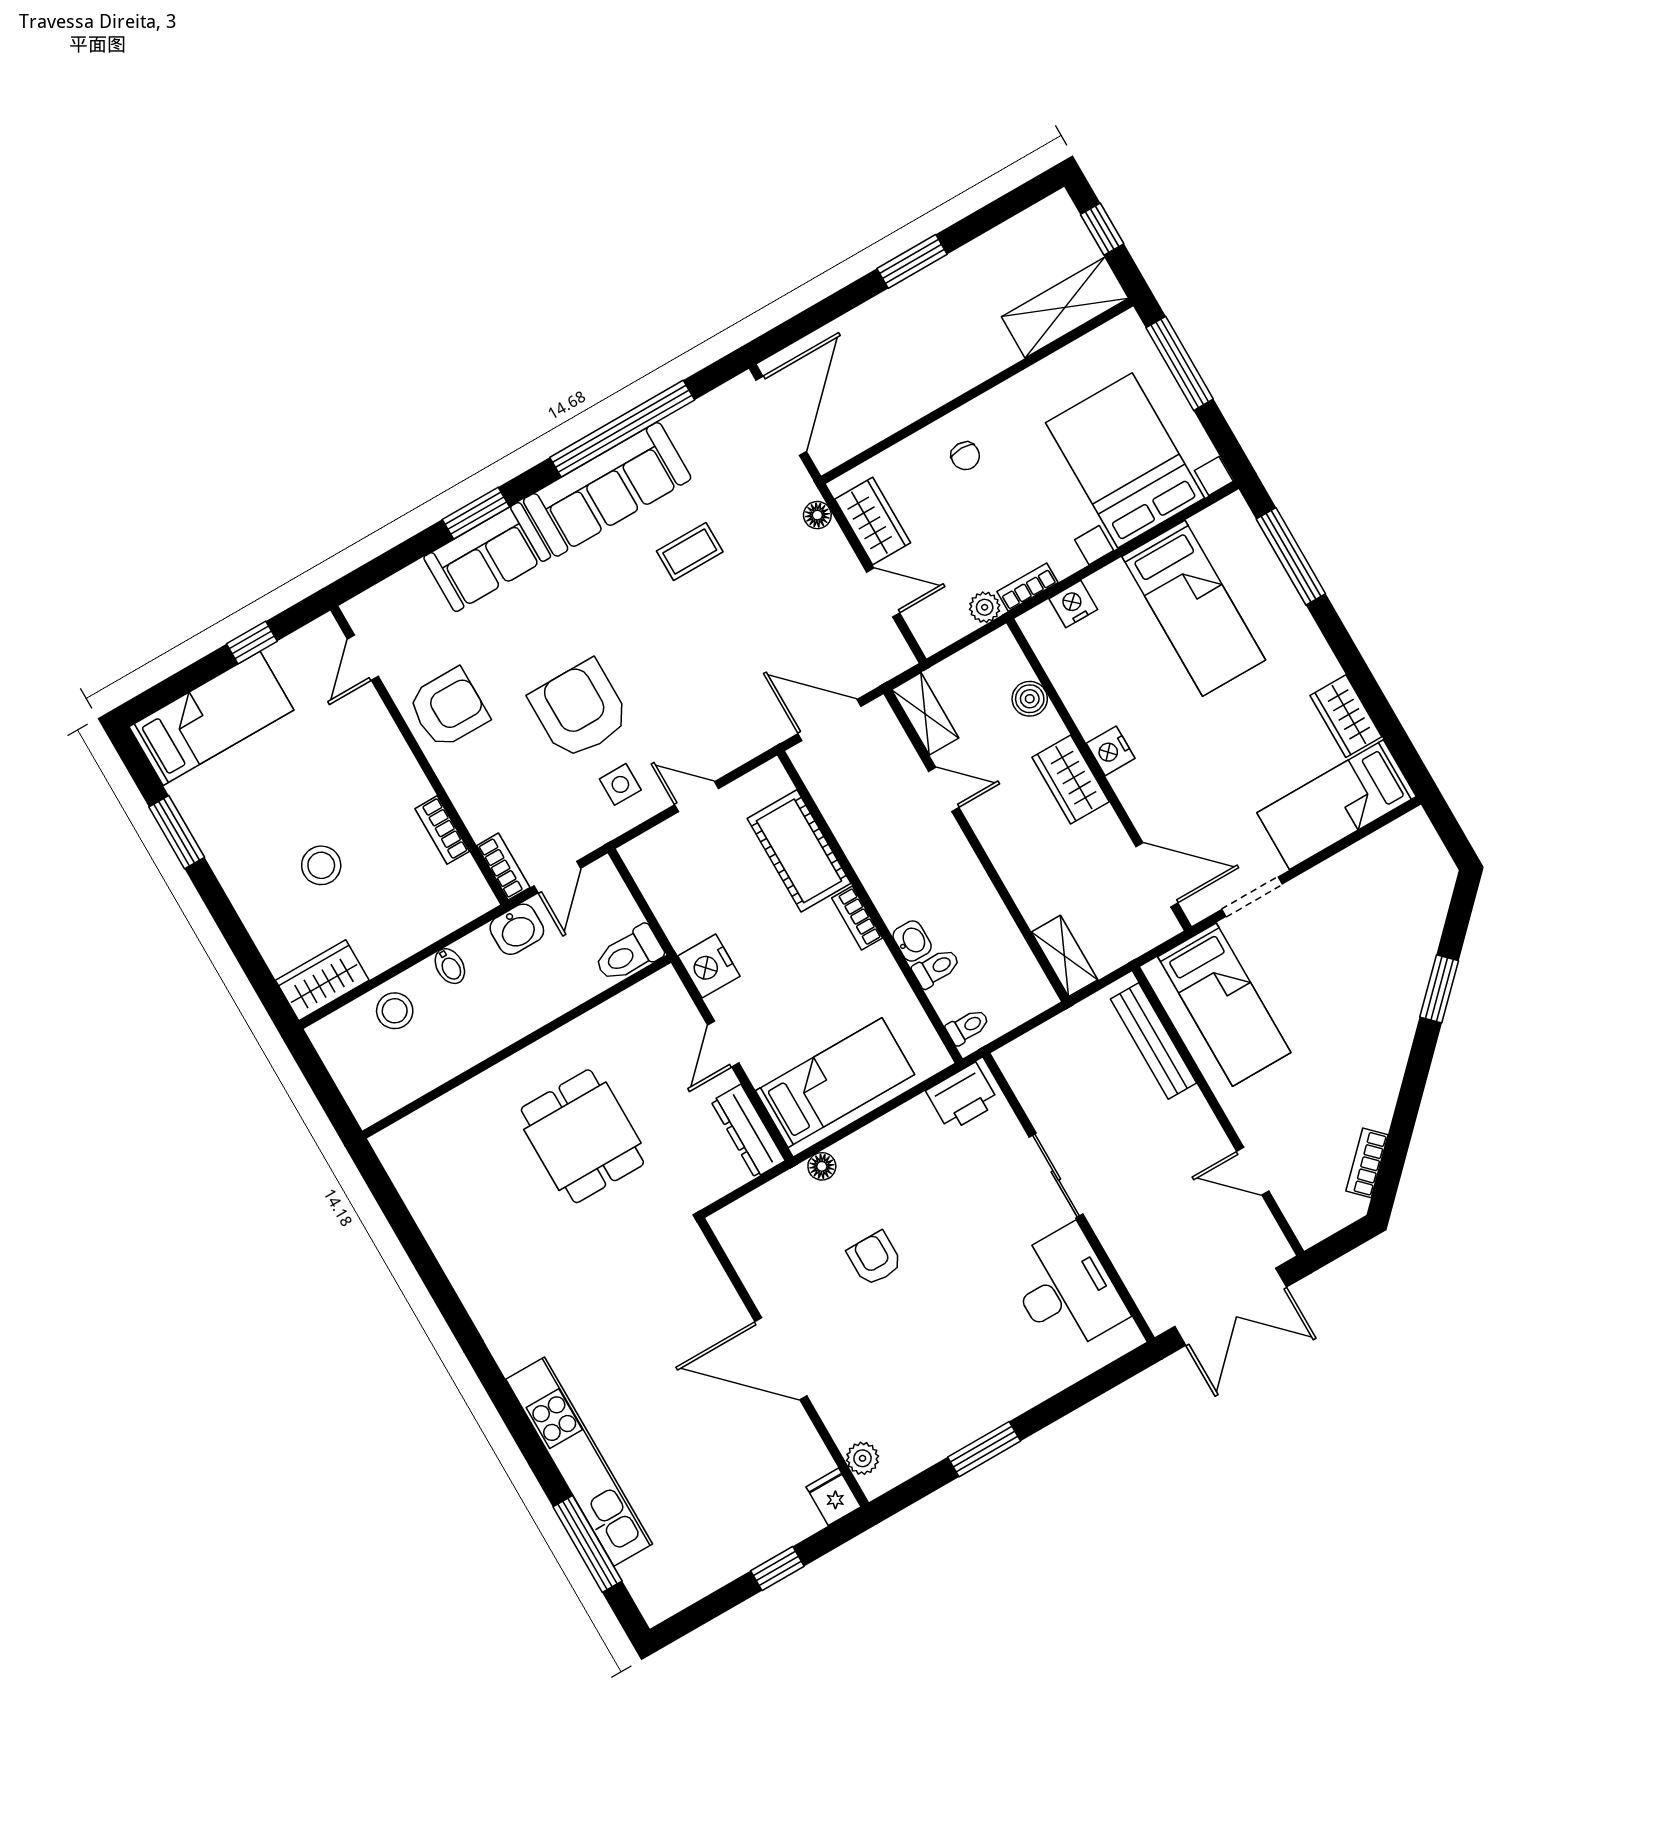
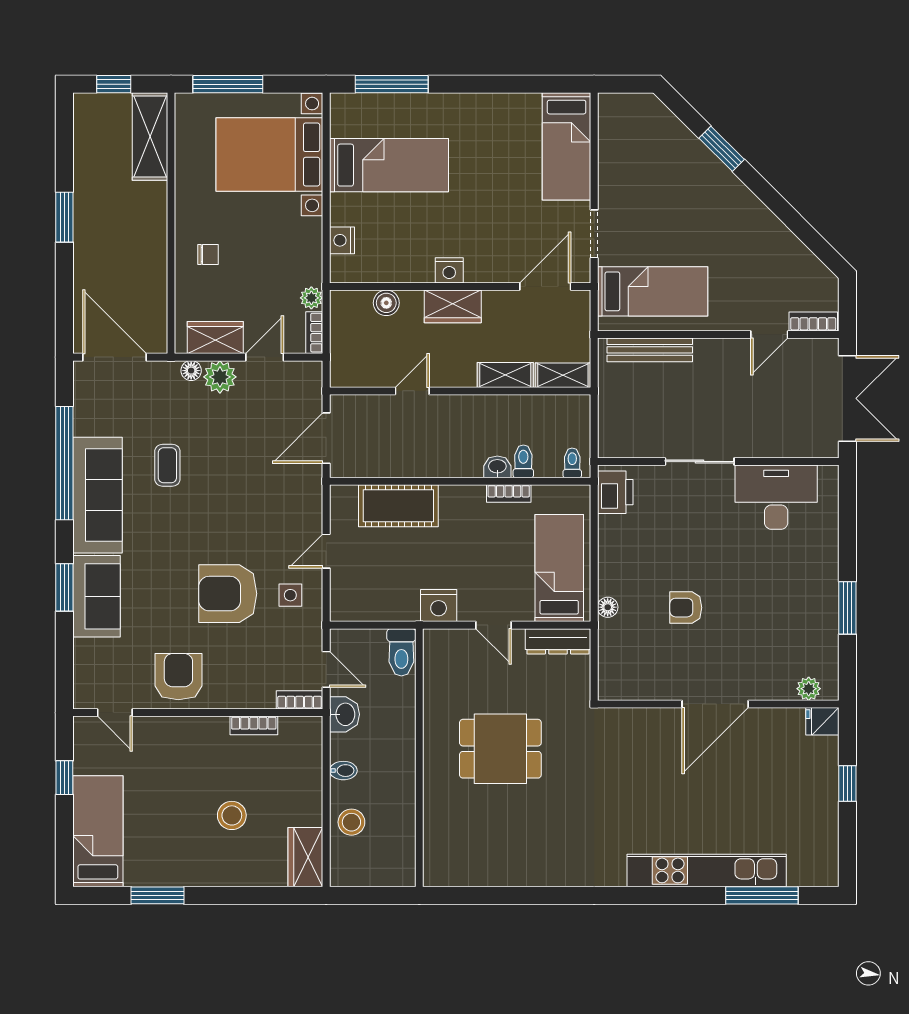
plant: (829, 553) -> (220, 377), added
bookcase: (1027, 587) -> (314, 333), moved
shelving: (925, 714) -> (505, 375), moved
wardrobe: (1346, 716) -> (514, 108), removed
bookcase: (857, 918) -> (509, 493), moved
bookcase: (1367, 1163) -> (813, 322), moved, turned 135

